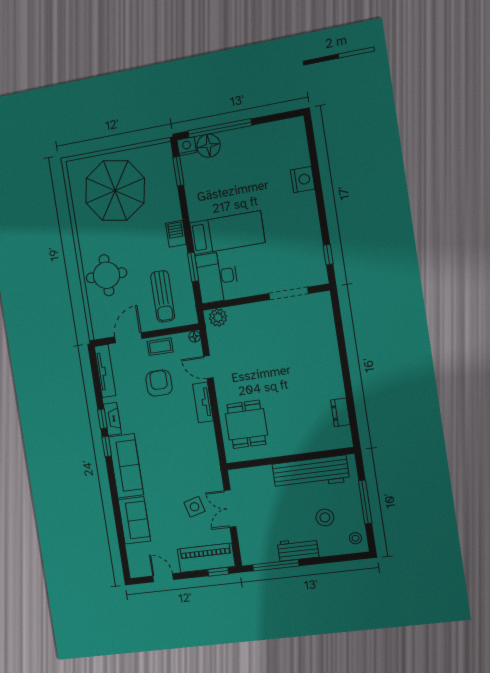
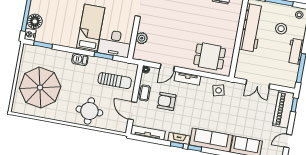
plant: (218, 317) -> (142, 38), moved
side table: (194, 507) -> (219, 90), moved

